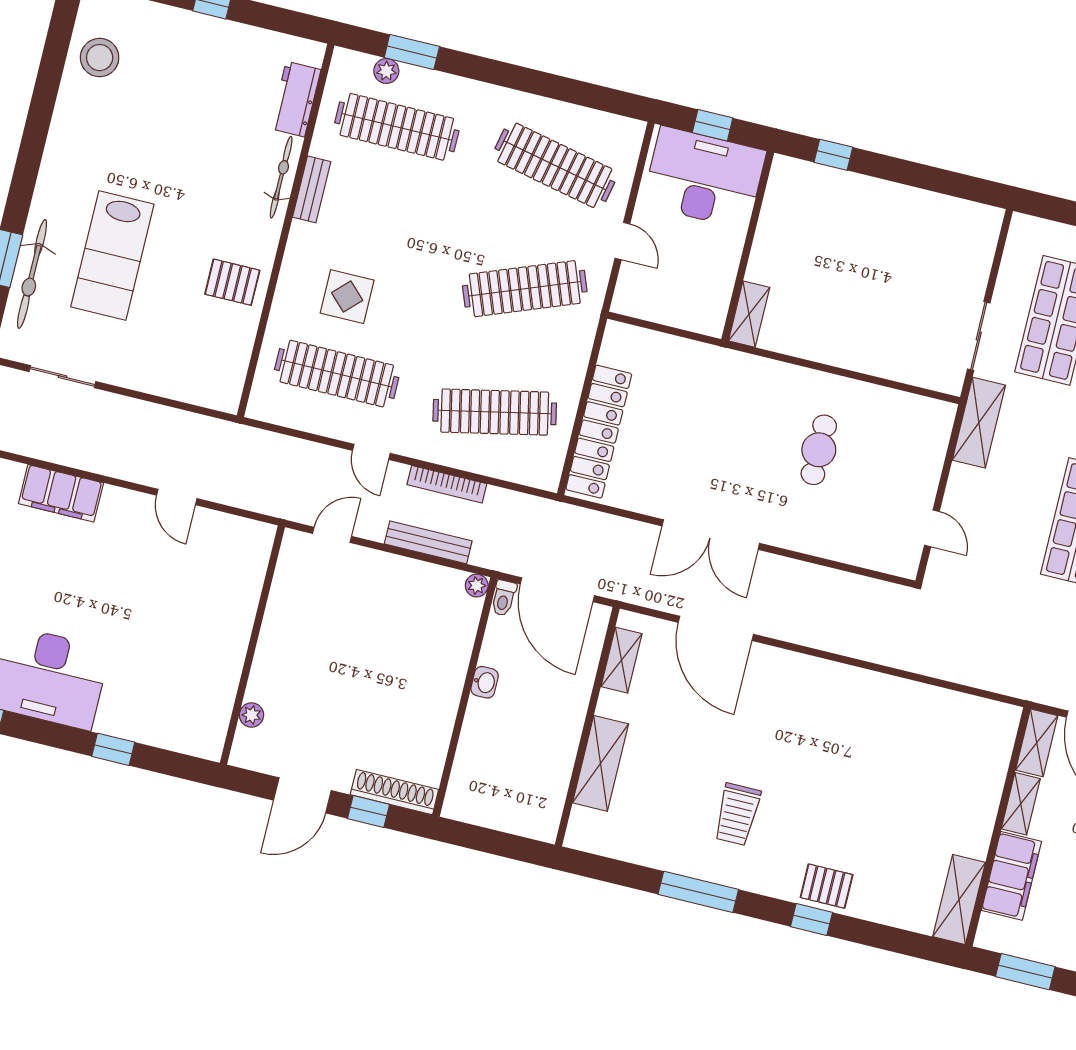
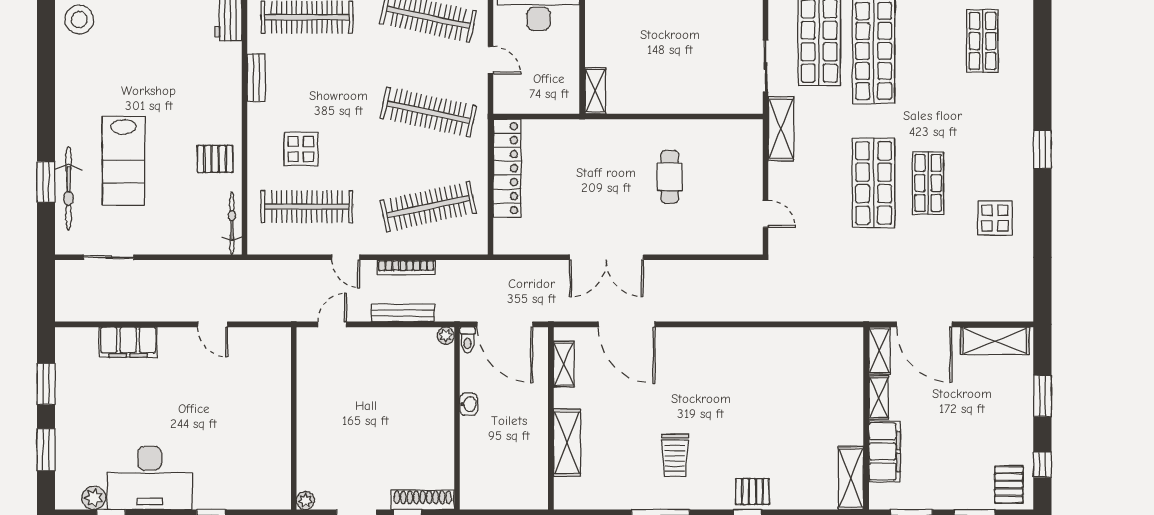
bicycle: (281, 177) -> (232, 223), moved
clothes rail: (525, 289) -> (428, 112), turned 33
locker: (599, 432) -> (507, 168), moved
plant: (251, 715) -> (305, 501), moved

